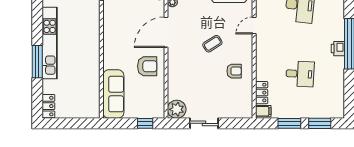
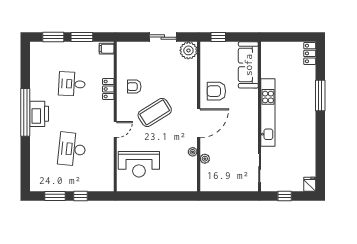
kitchen unit: (50, 43) -> (268, 113), moved, turned 180
coffee table: (212, 44) -> (155, 112), width x1.86, depth x1.72
printer: (338, 49) -> (39, 114), width x1.87, depth x1.48
locker: (262, 93) -> (108, 89), moved

